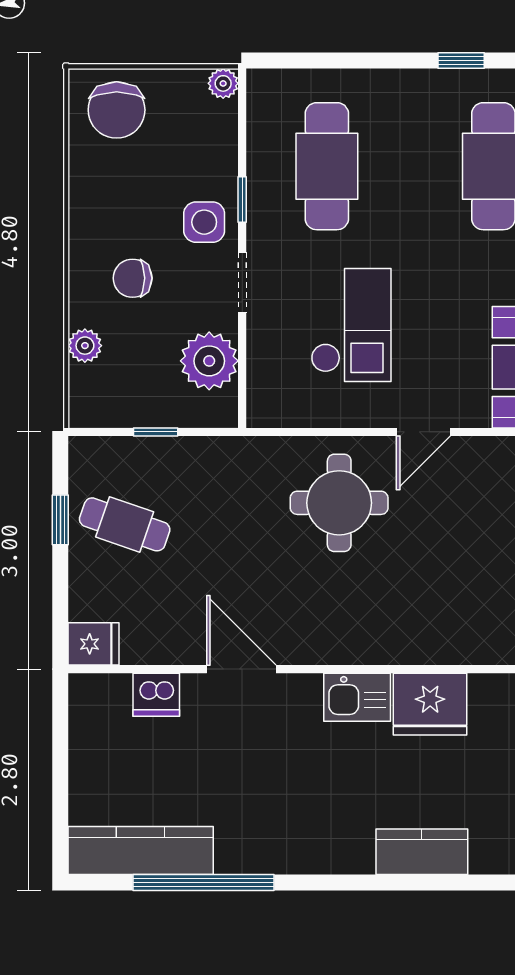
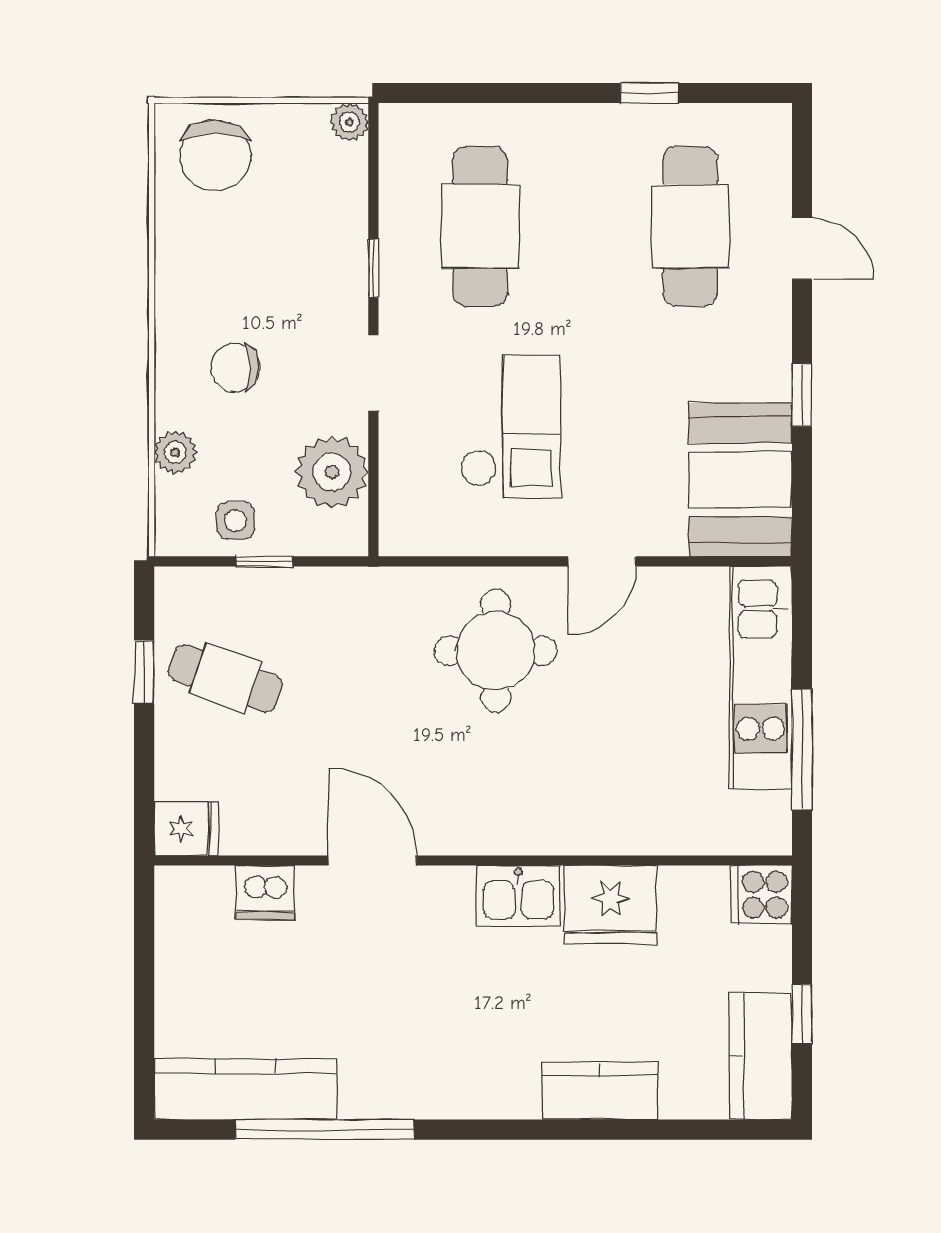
side table: (204, 222) -> (235, 520), moved, width x0.73, depth x0.73

